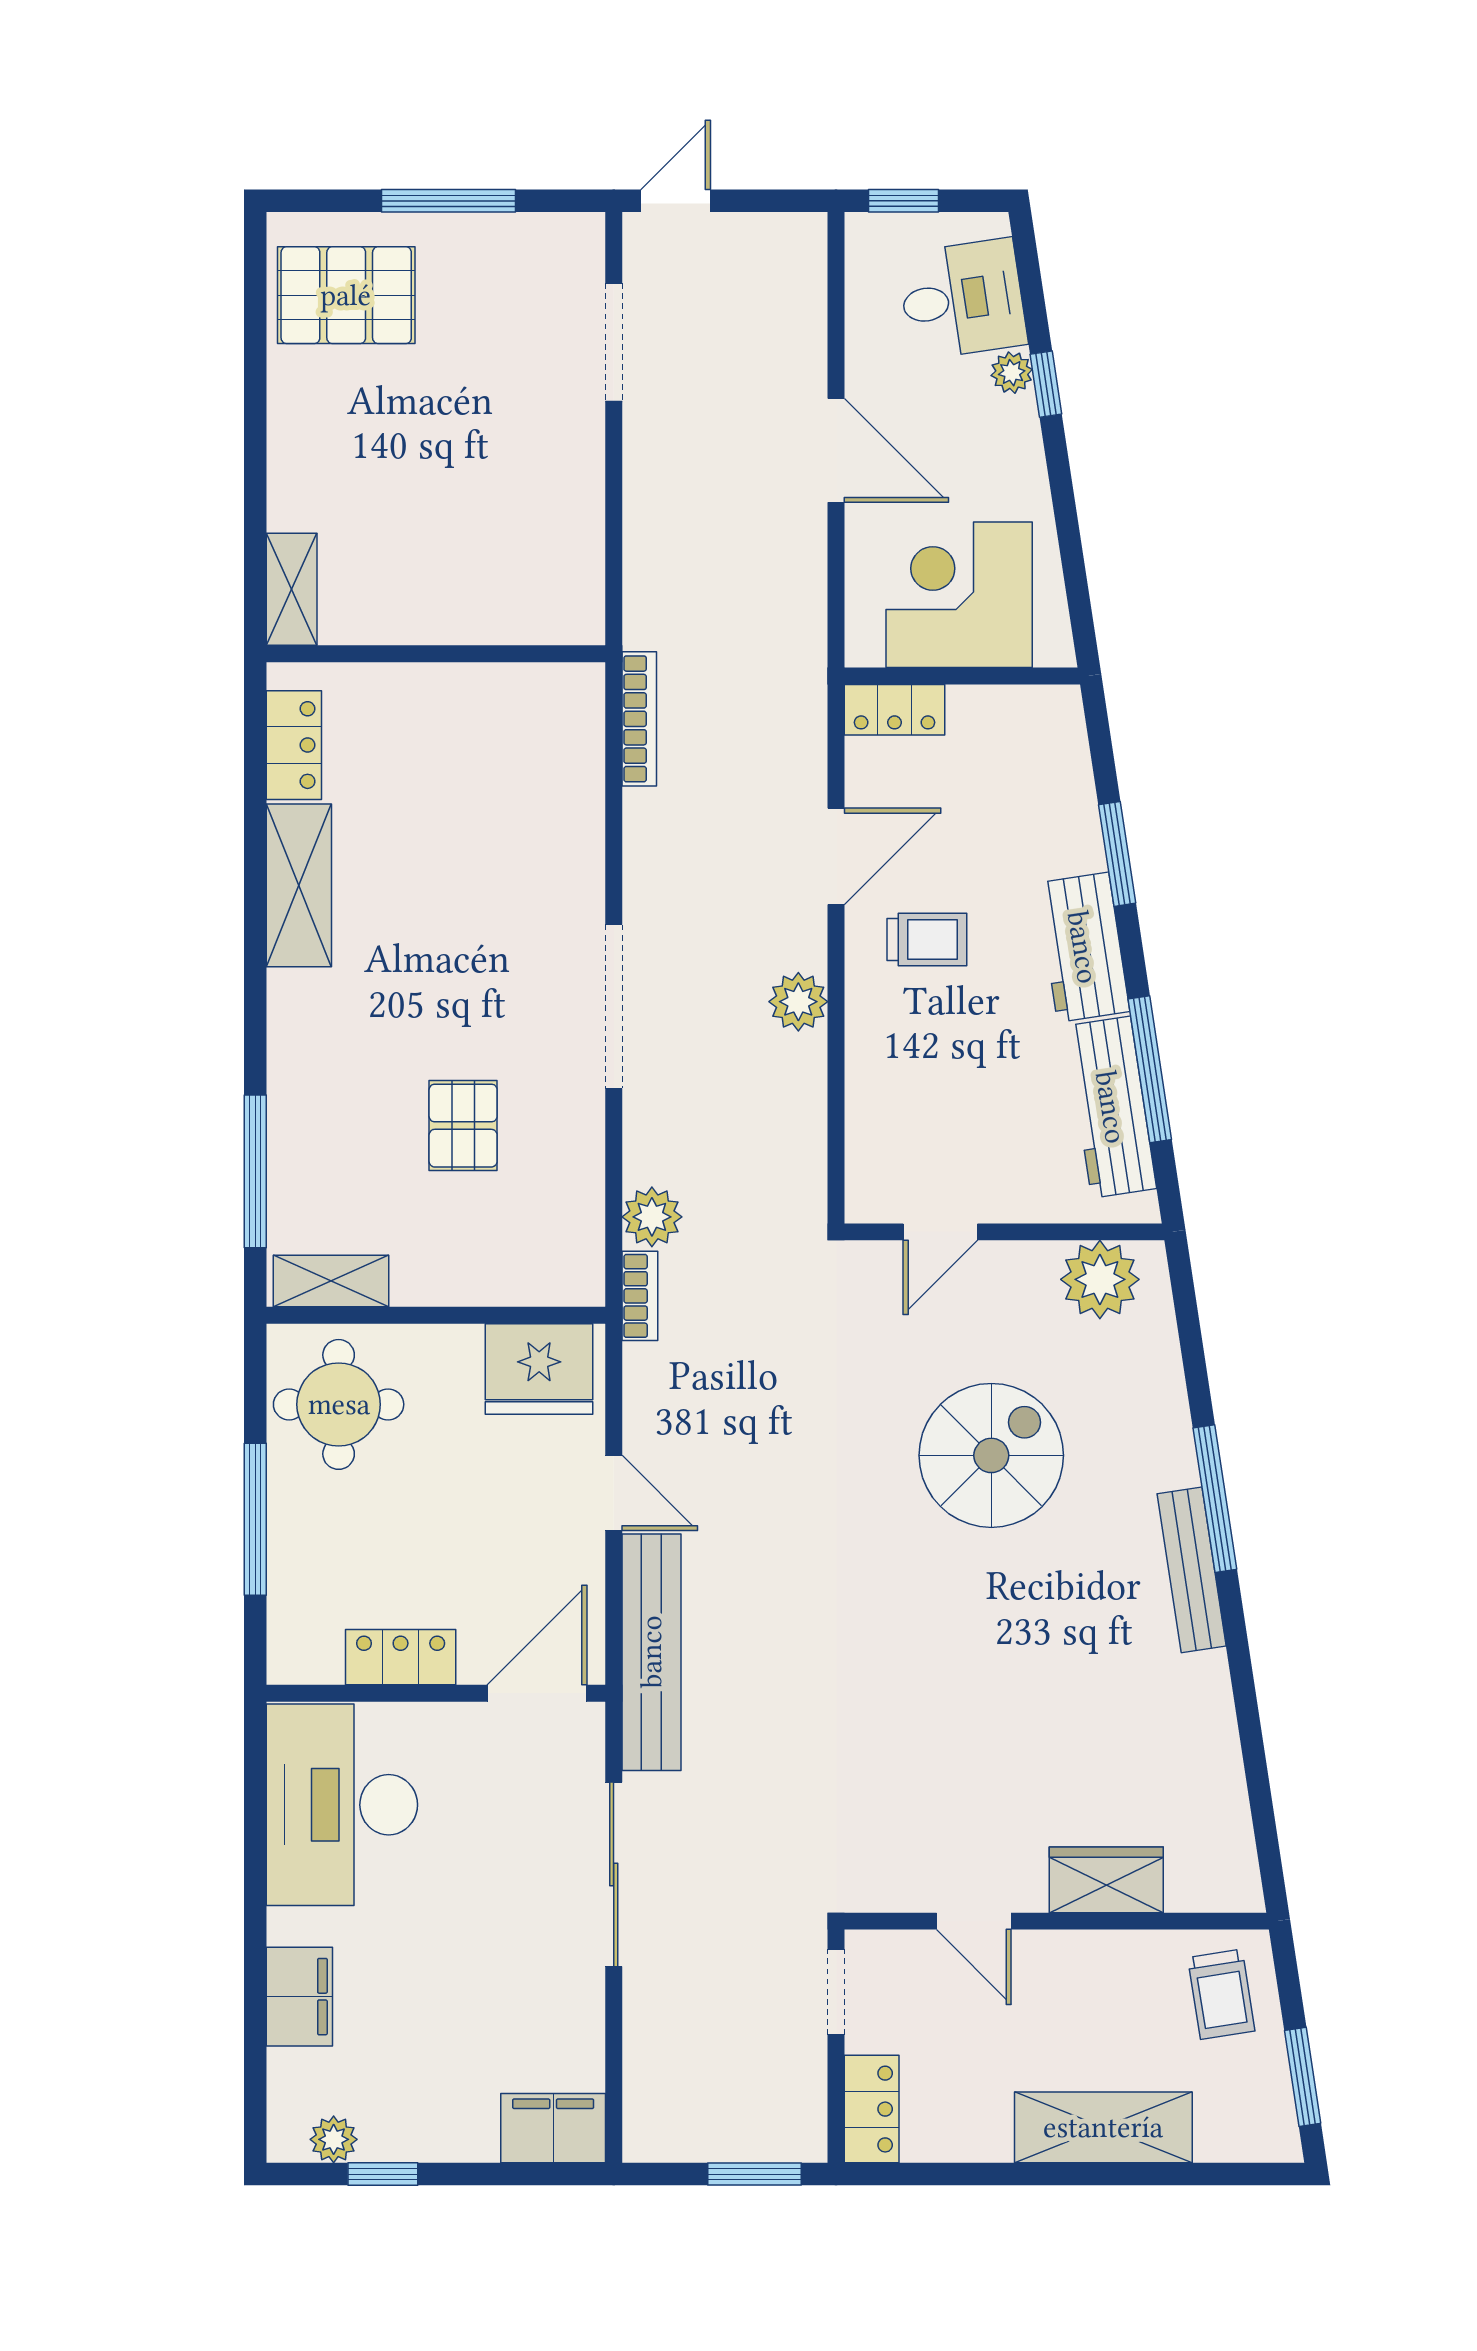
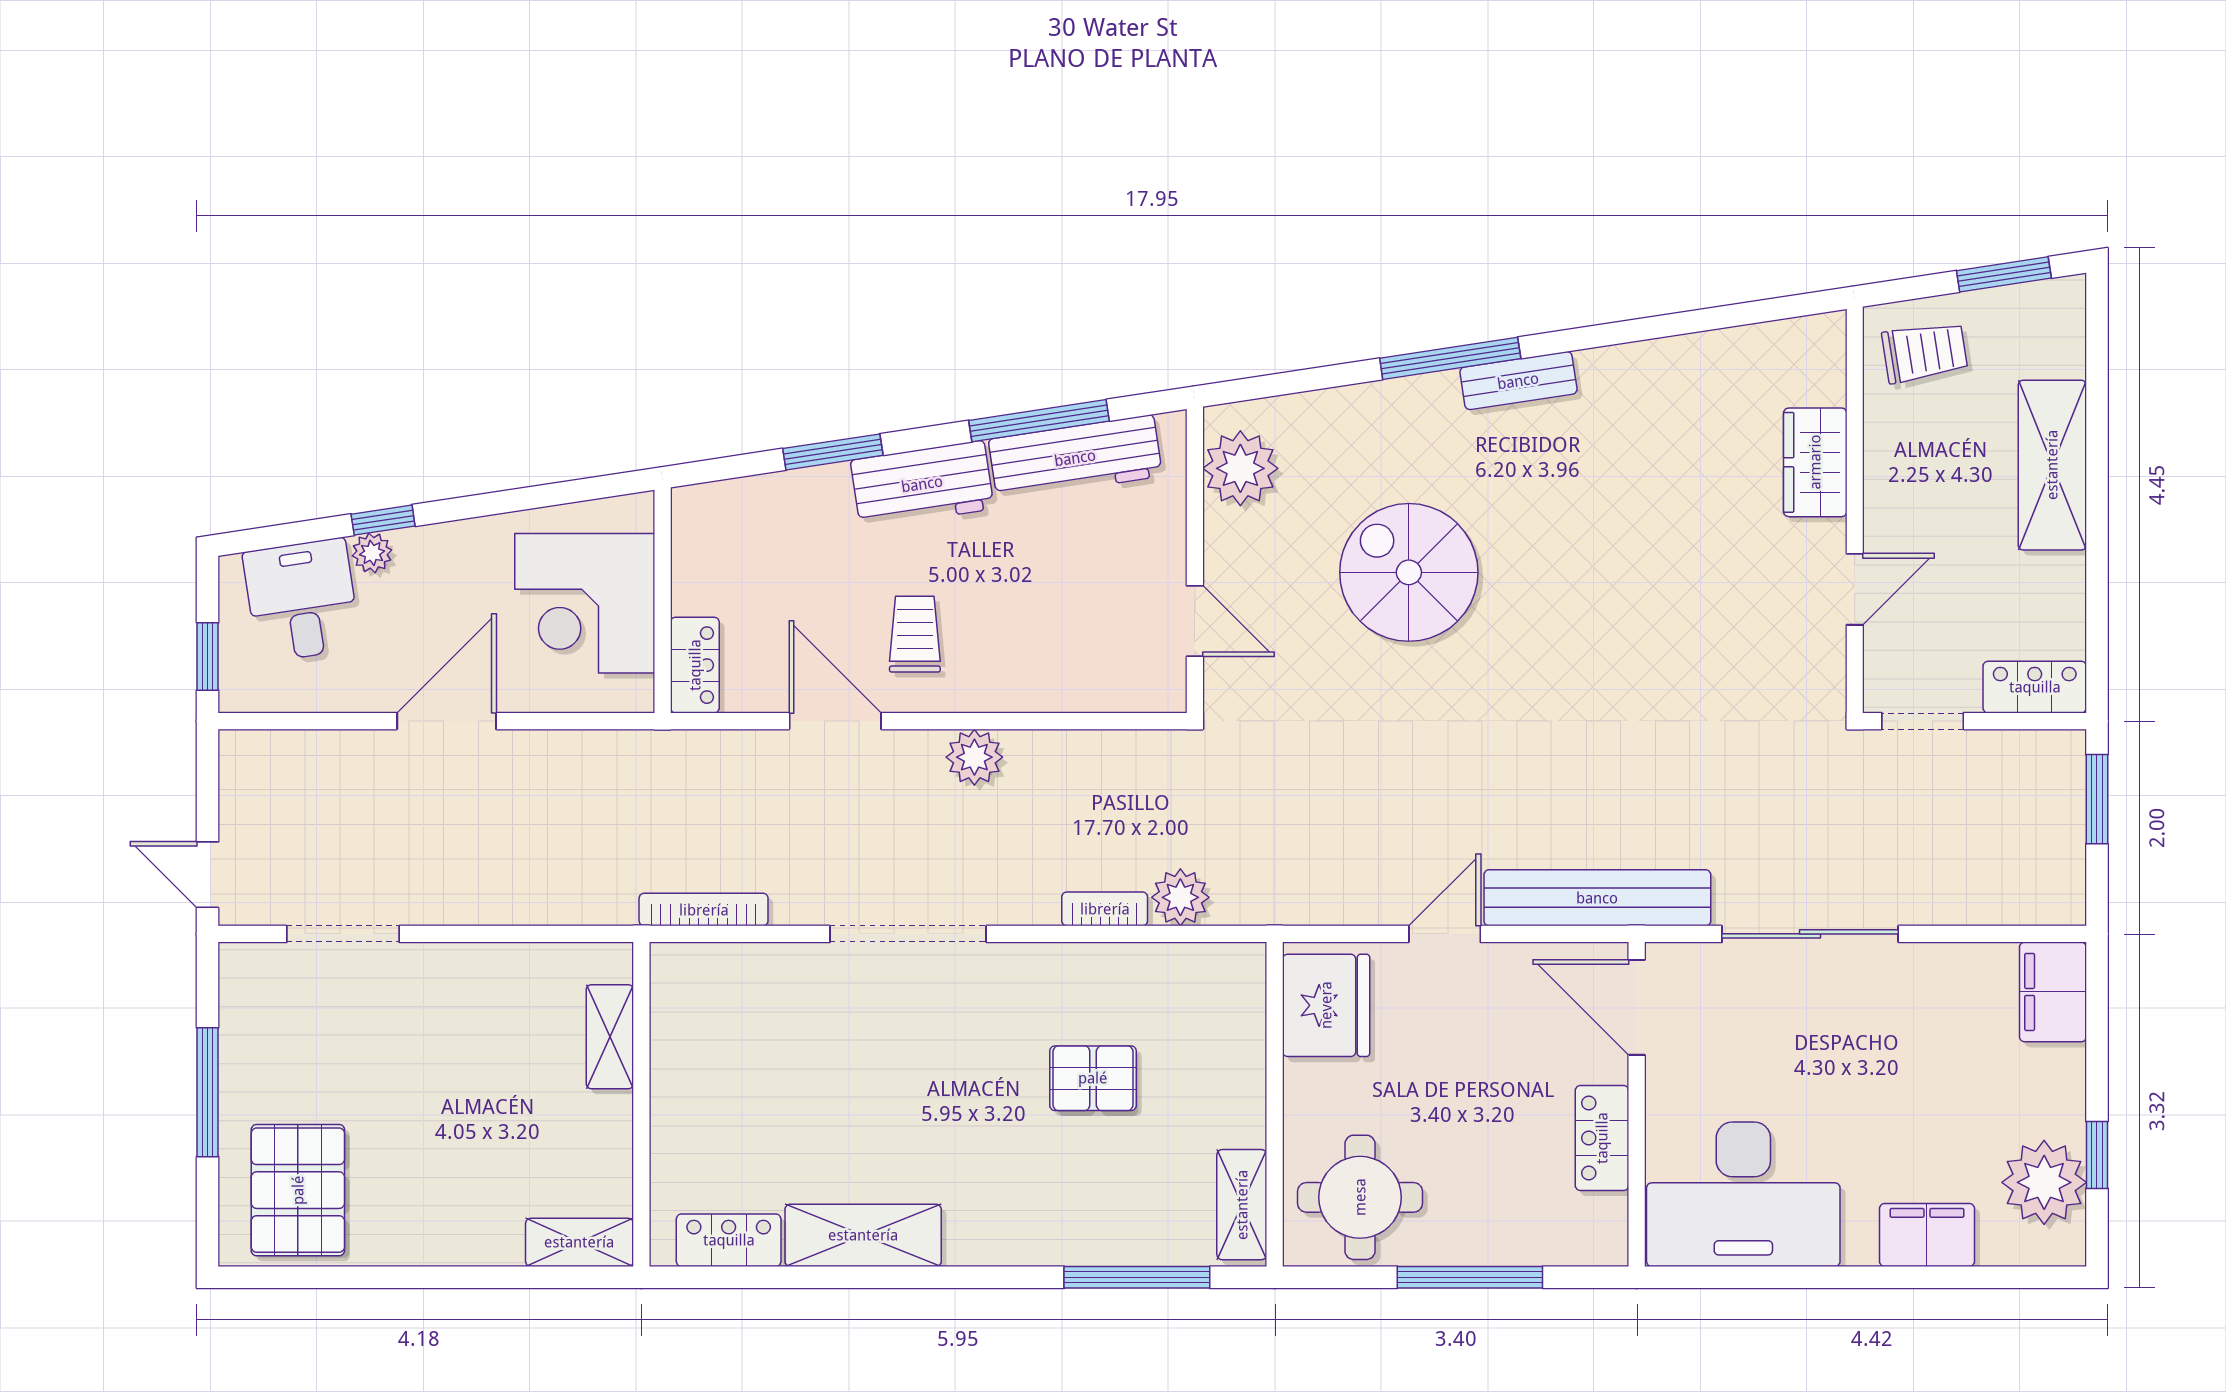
shelving: (506, 621) -> (610, 1037), added
doorway: (614, 1007) -> (908, 934), moved
bookcase: (640, 1296) -> (1105, 909), moved
bench: (1192, 1570) -> (1518, 381), width x0.73
plant: (334, 2139) -> (2044, 1182), width x1.87, depth x1.87

